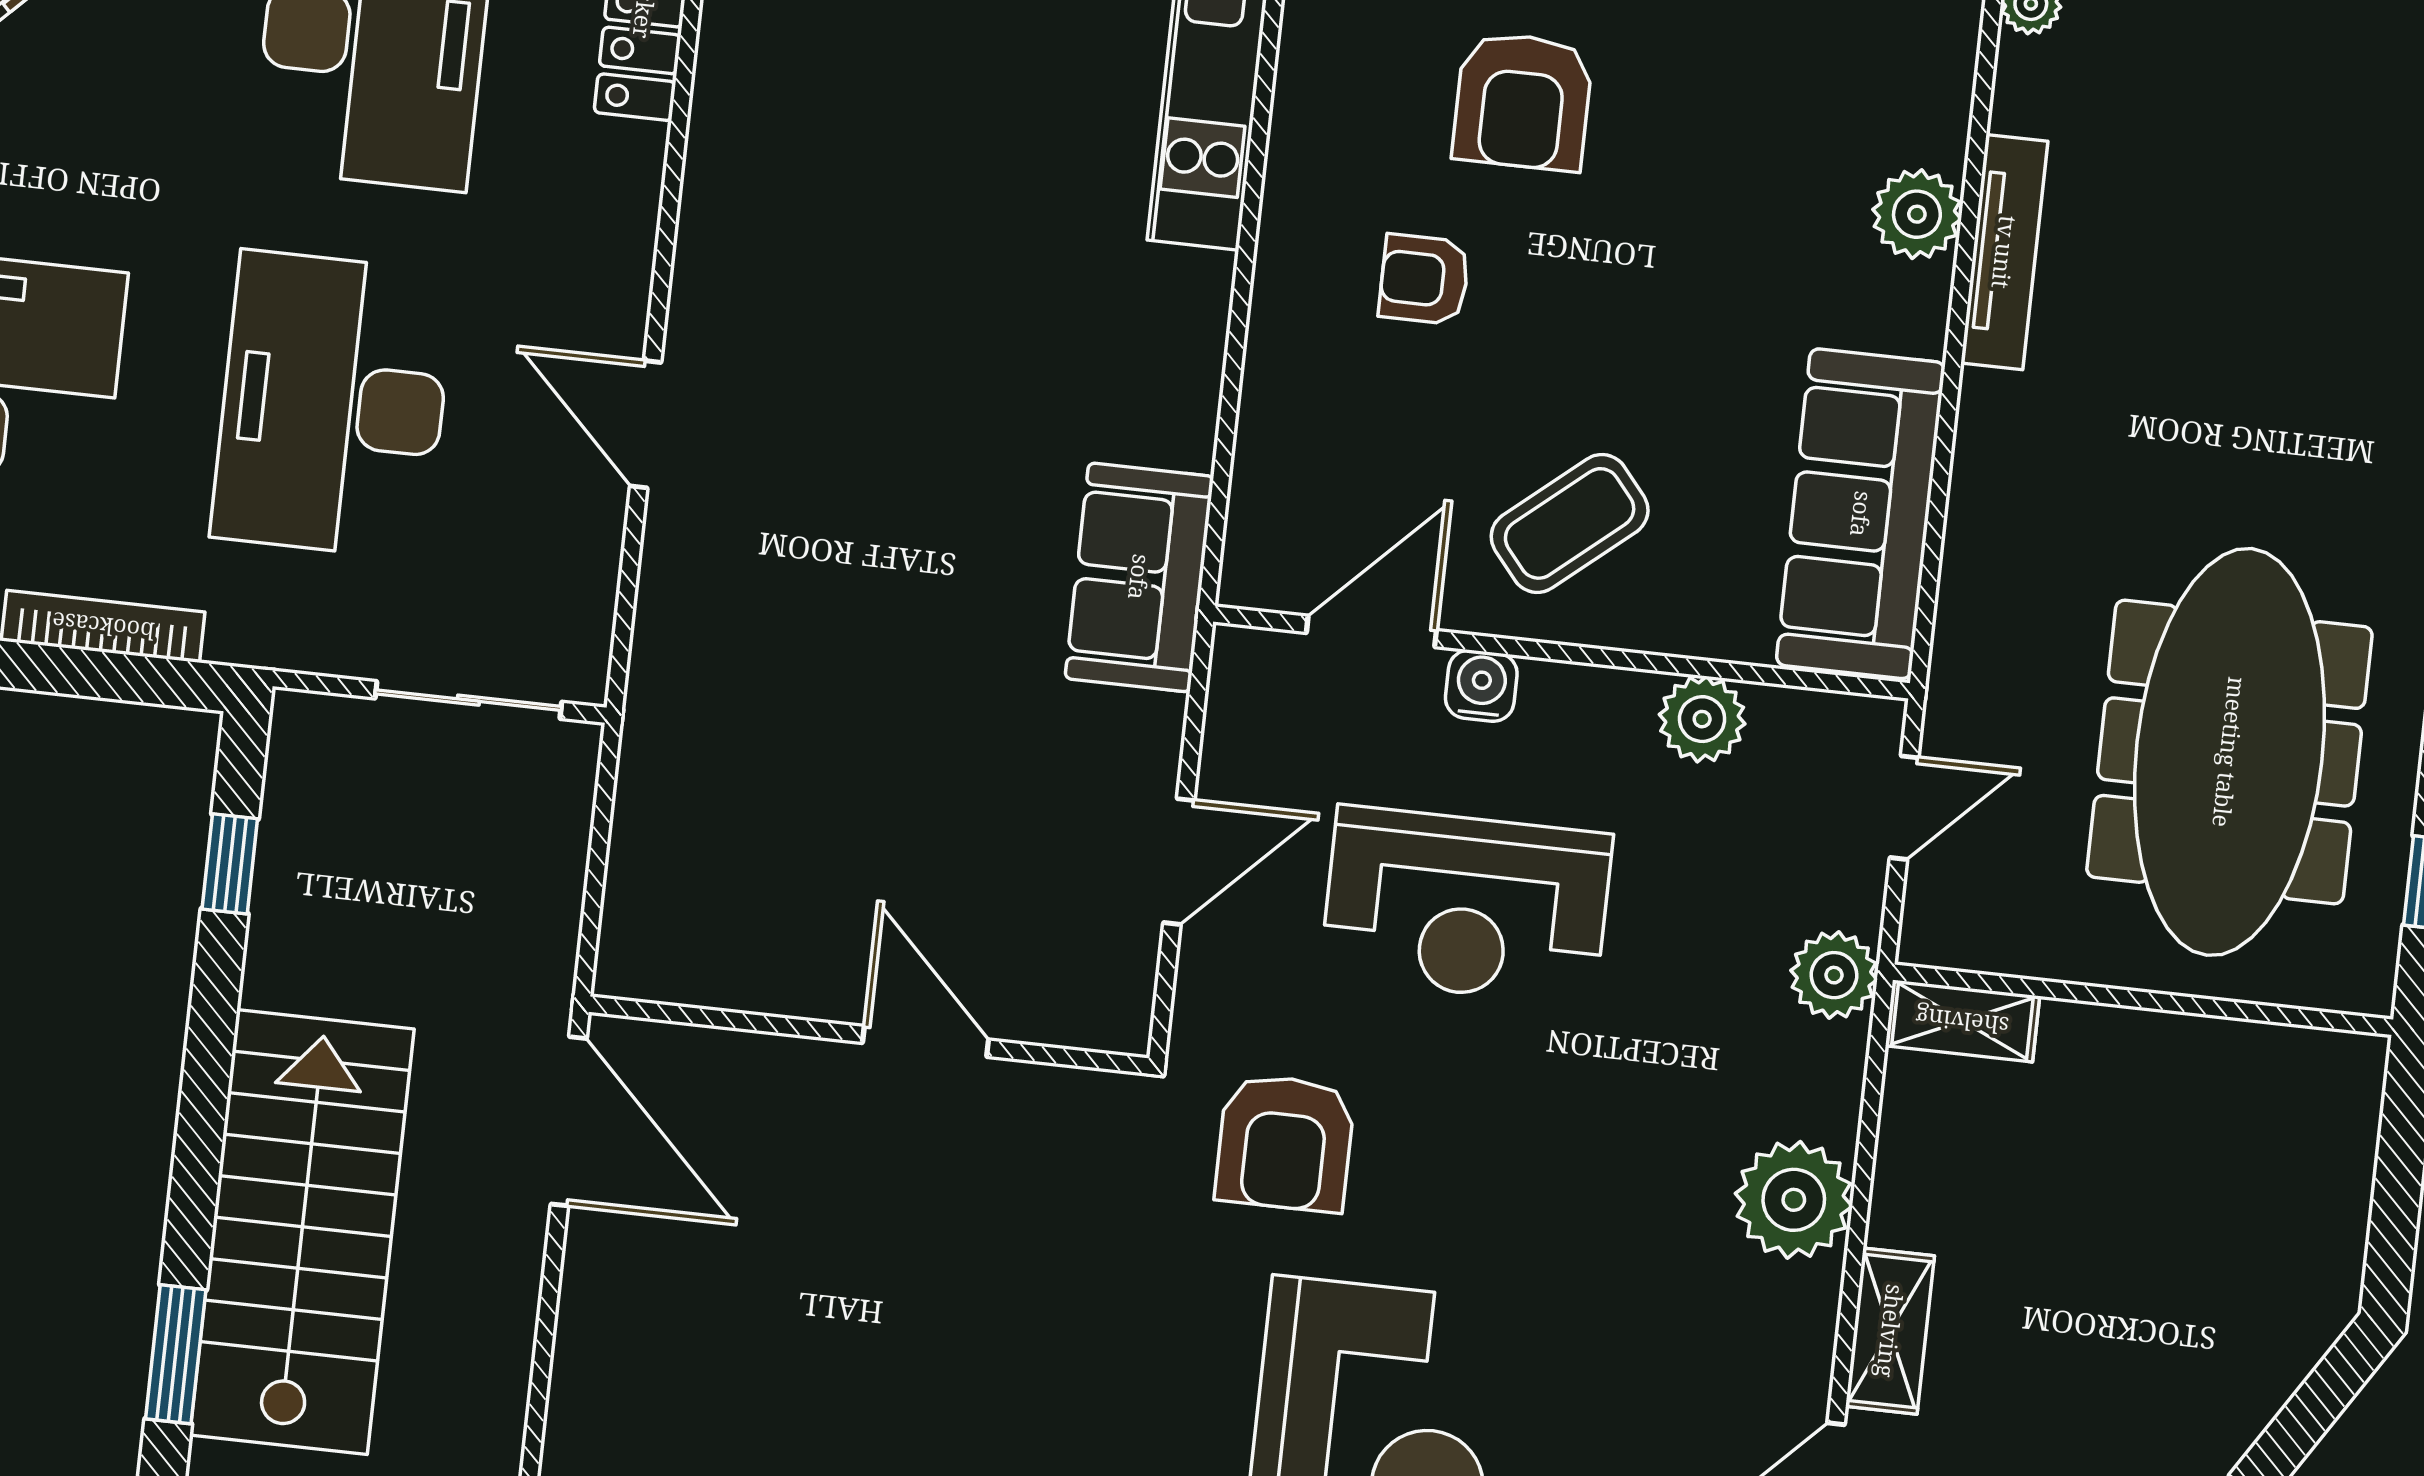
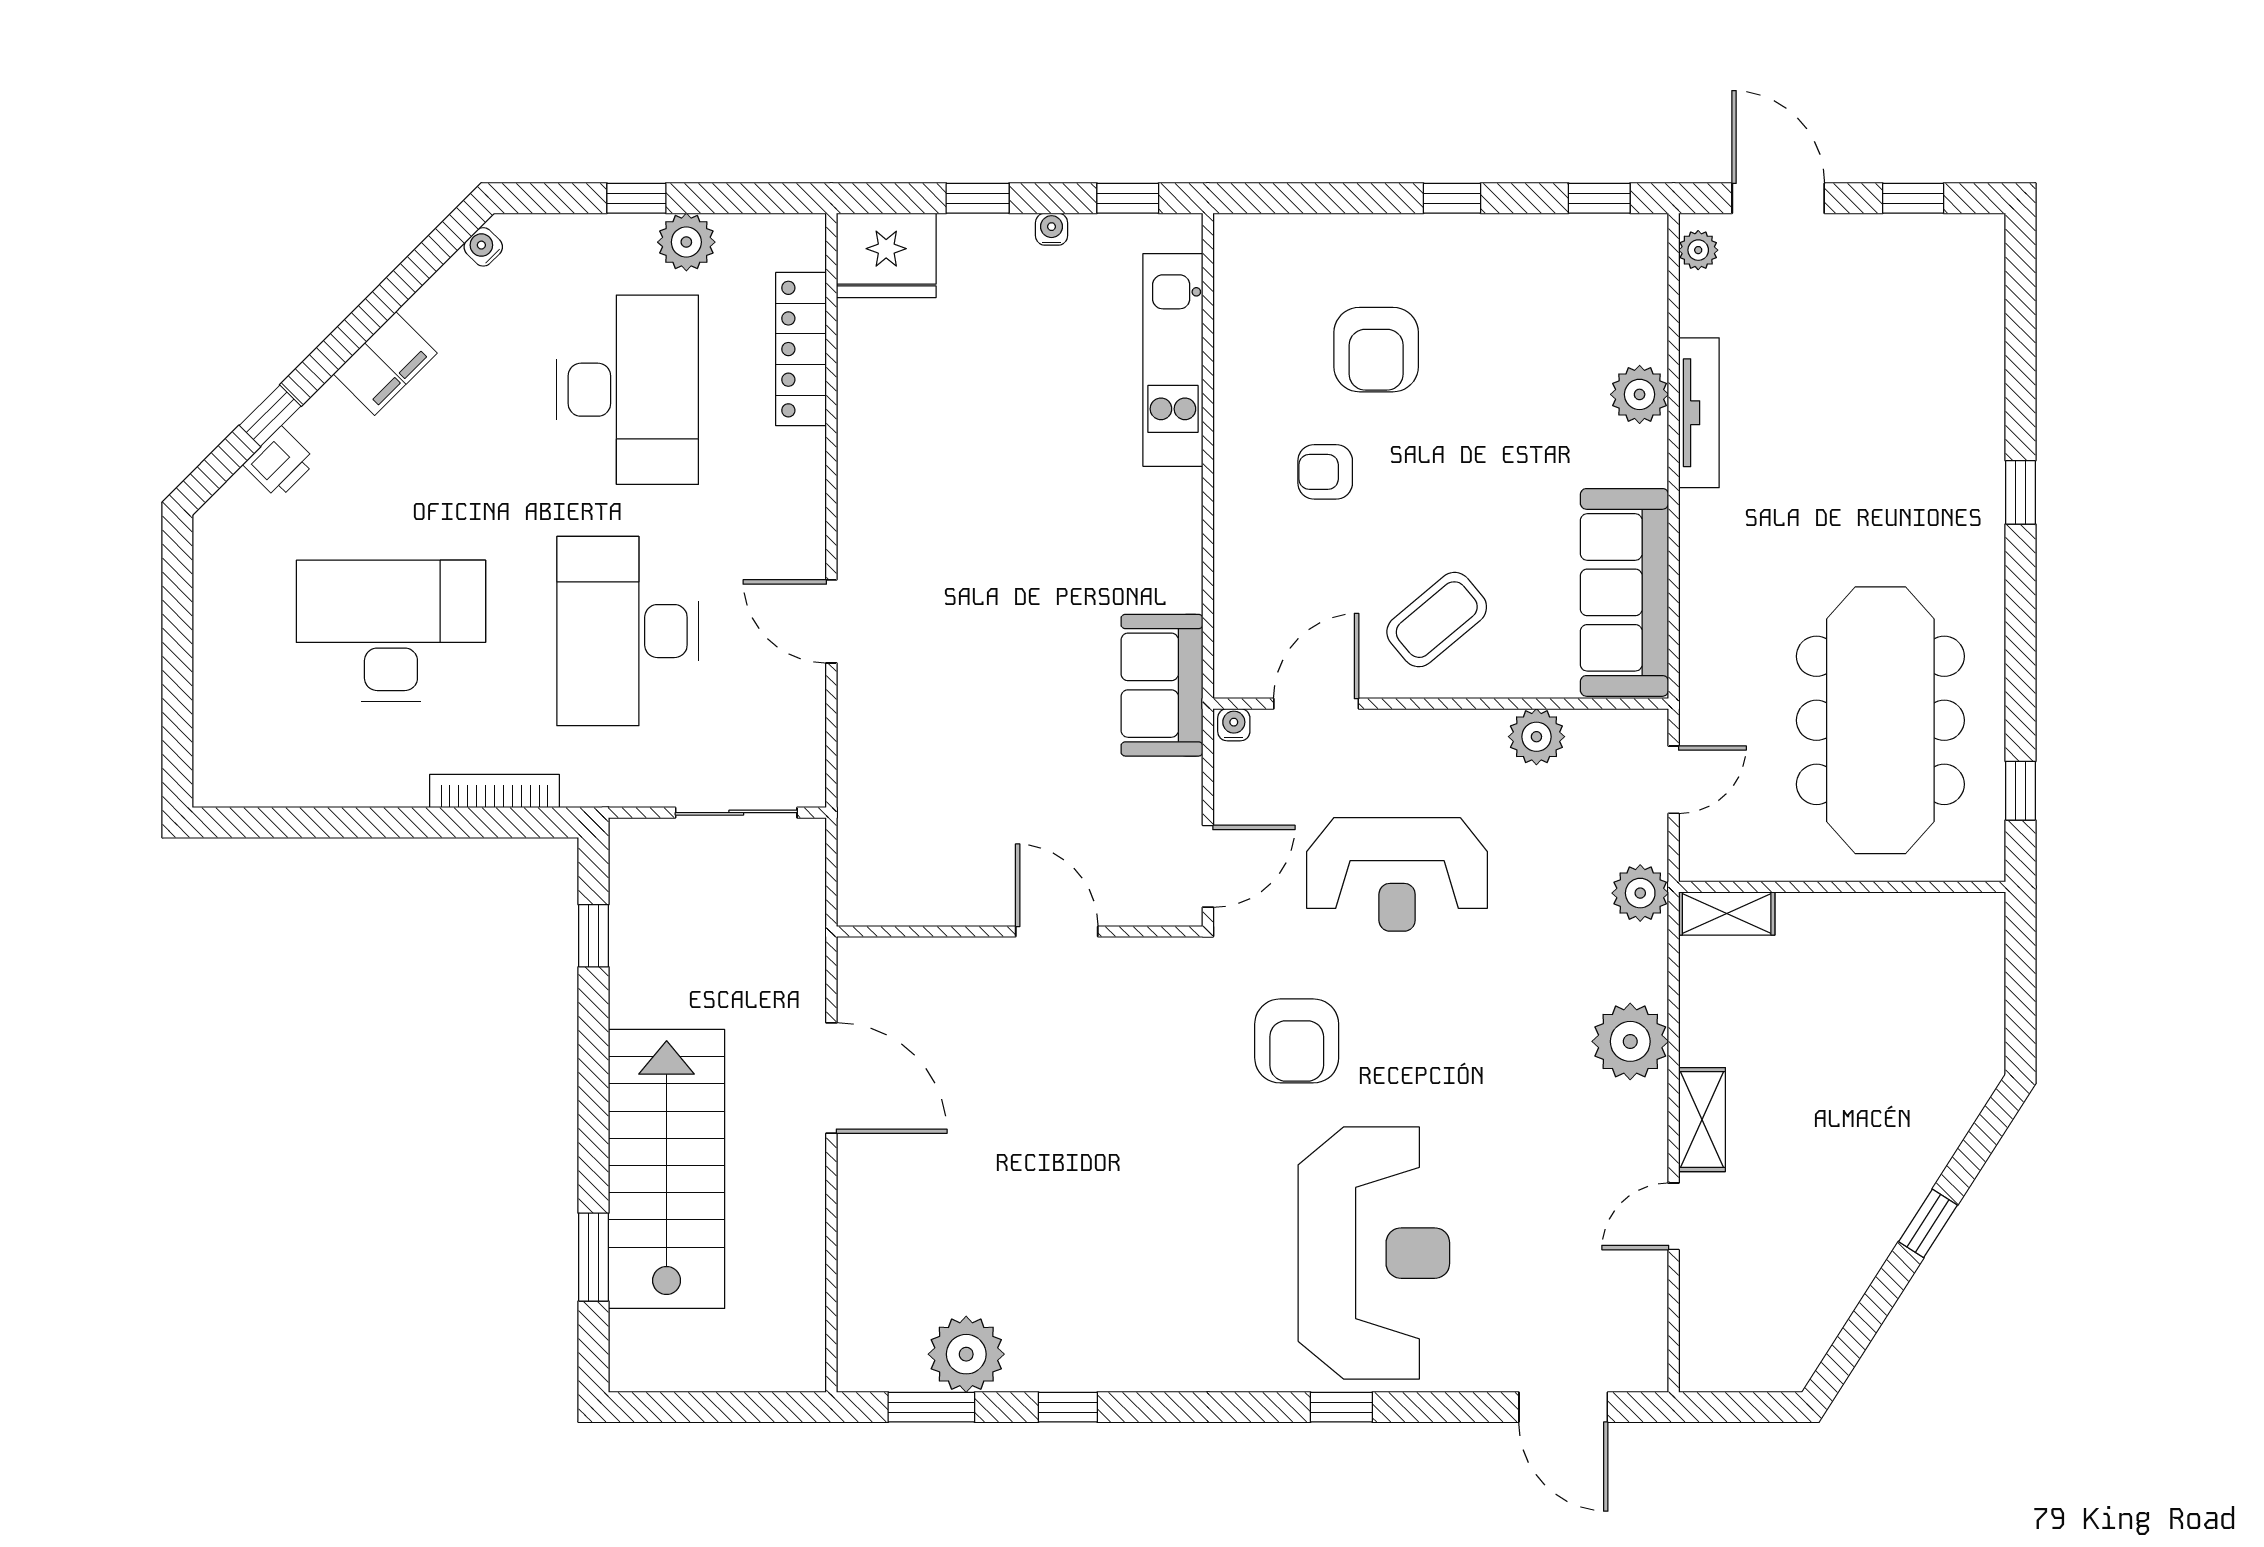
water cooler: (1481, 686) -> (1234, 725), moved, width x0.72, depth x0.72
wall: (869, 1035) -> (1020, 932), moved
door: (926, 1041) -> (1057, 932), moved

